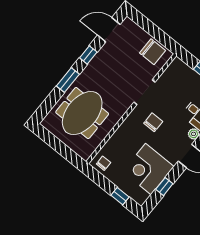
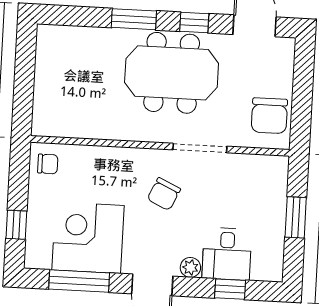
meeting table: (82, 113) -> (172, 73), moved
chair: (153, 122) -> (164, 194), turned 115
window: (164, 187) -> (79, 281), width x2.17

